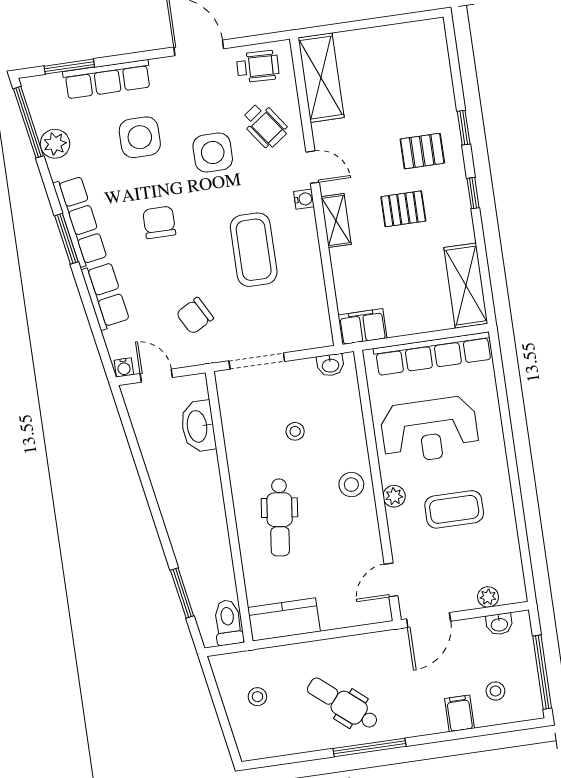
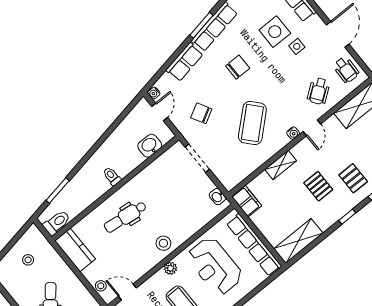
side table: (213, 153) -> (297, 46), moved, width x0.54, depth x0.54
shelving: (336, 221) -> (281, 165), moved
coffee table: (254, 250) -> (252, 123), turned -42
washbasin: (198, 426) -> (150, 146), width x0.72
stool: (295, 431) -> (101, 286), moved
toilet: (209, 501) -> (112, 176), added

